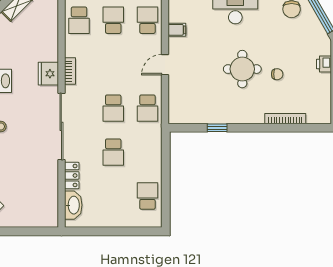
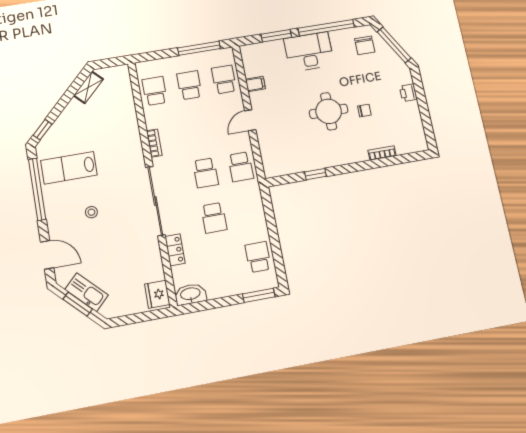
school desk: (79, 20) -> (155, 91), turned 180
fridge: (48, 74) -> (157, 294), moved
bookcase: (285, 119) -> (382, 153), width x0.64
washbasin: (73, 205) -> (190, 294), moved, turned -90
window: (141, 231) -> (259, 295), added

